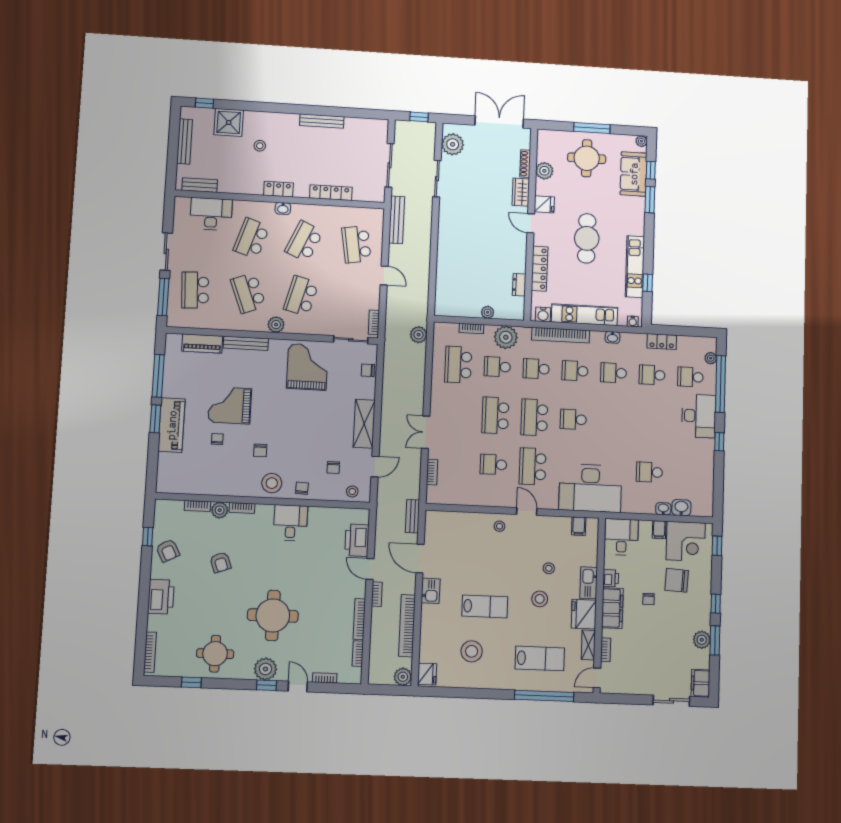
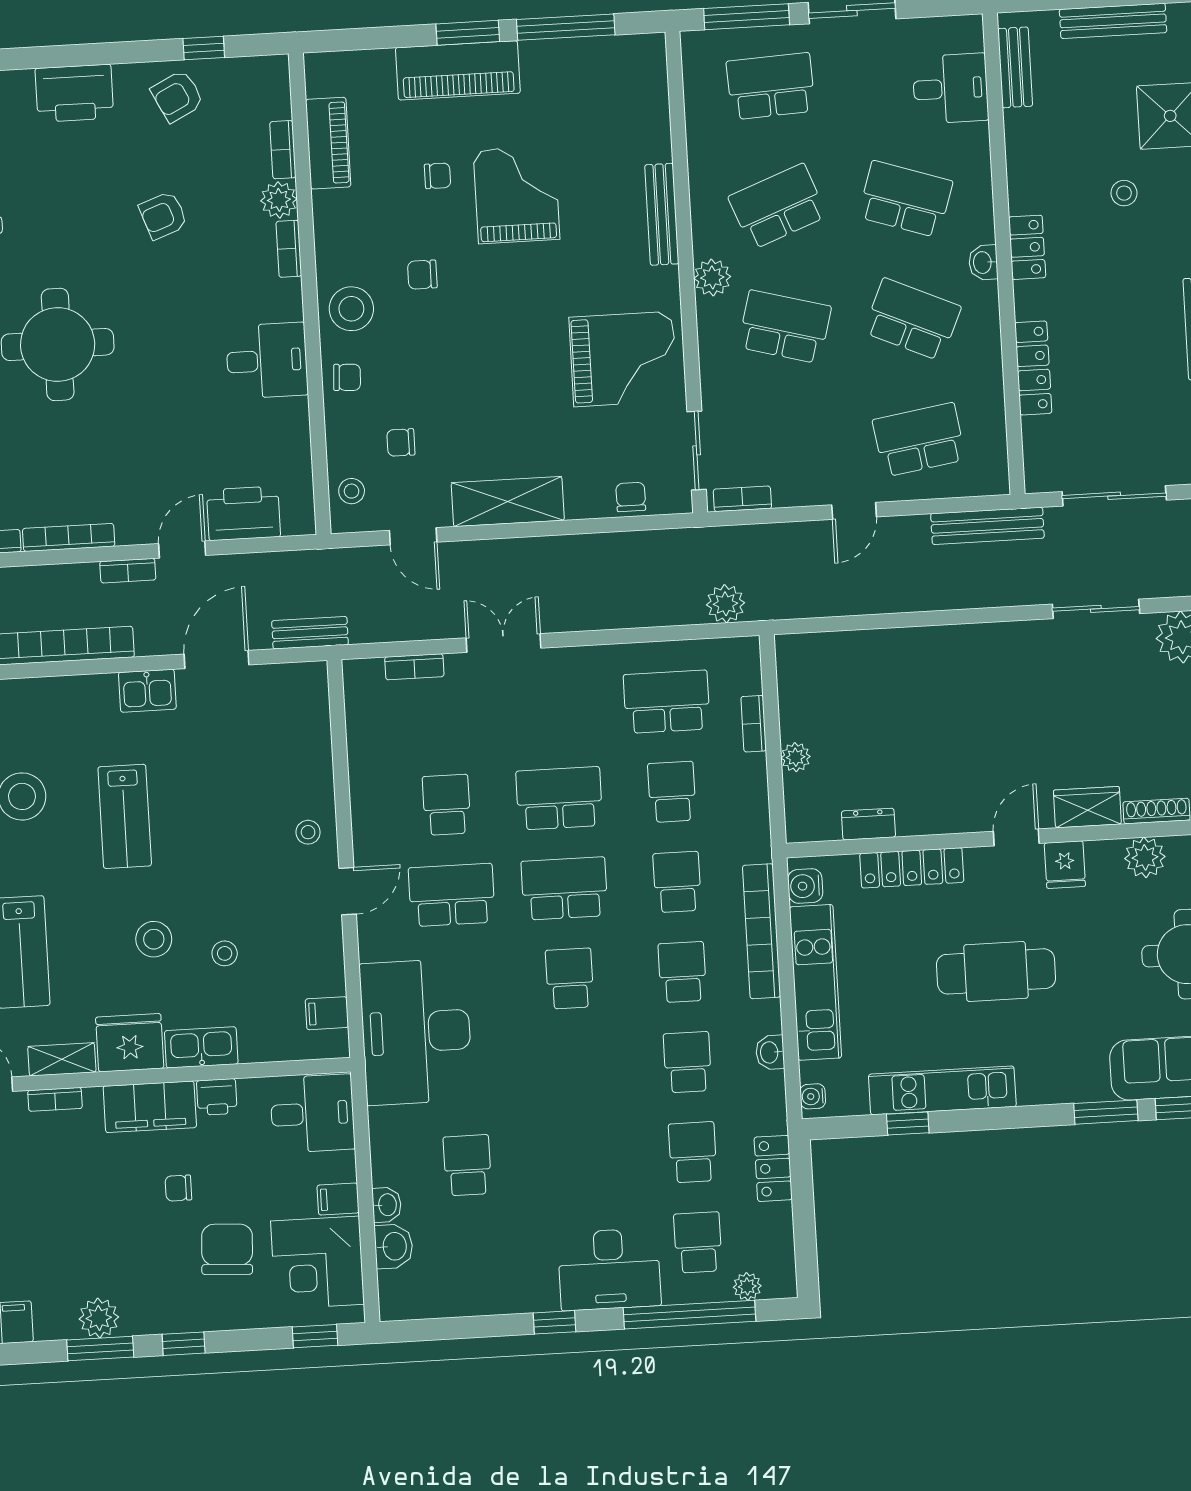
desk: (211, 214) -> (950, 89), width x0.73
plant: (506, 337) -> (742, 805), removed
piano: (202, 344) -> (328, 143), moved, turned 180

